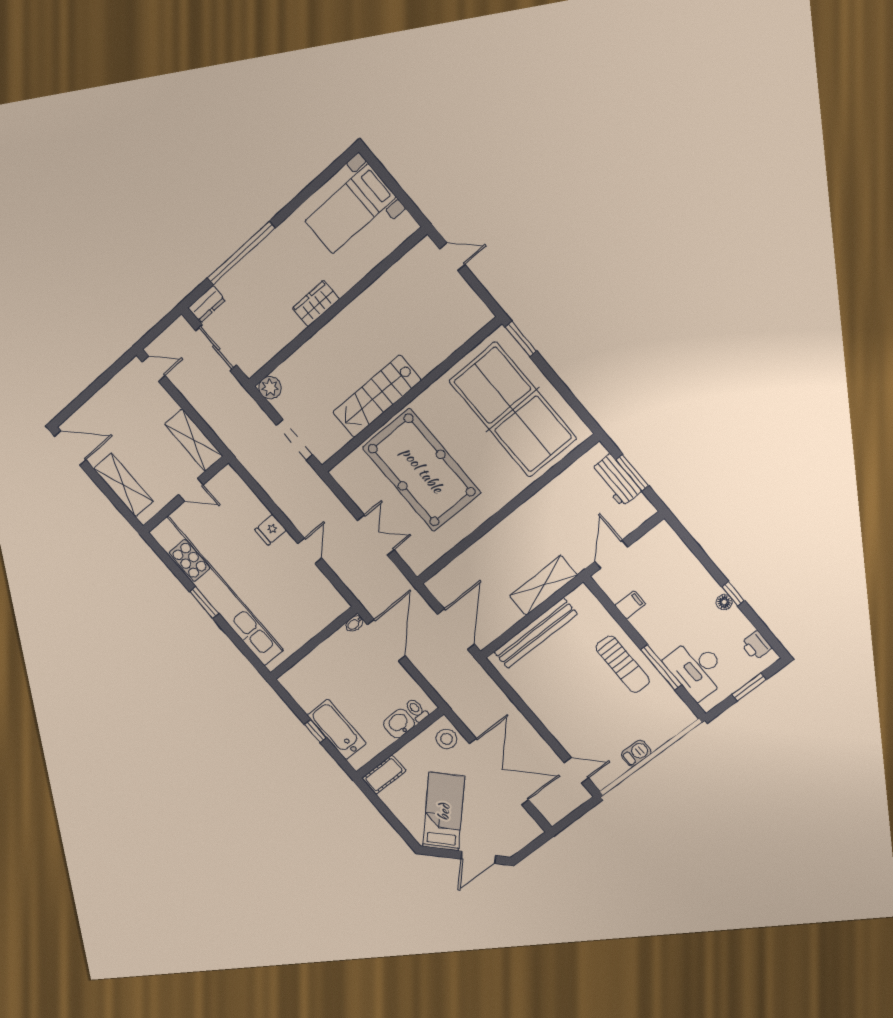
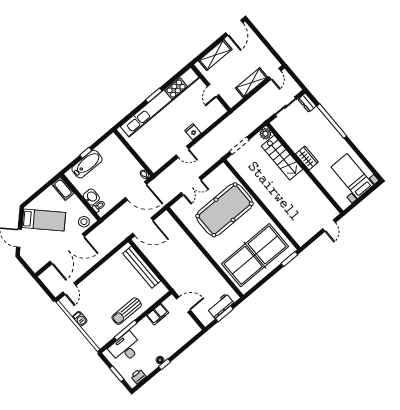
stairs: (377, 396) -> (282, 158), moved, turned 180
shelving: (194, 440) -> (252, 83), moved
shelving: (543, 585) -> (167, 271), removed
filing cabinet: (630, 605) -> (158, 314), width x2.00

